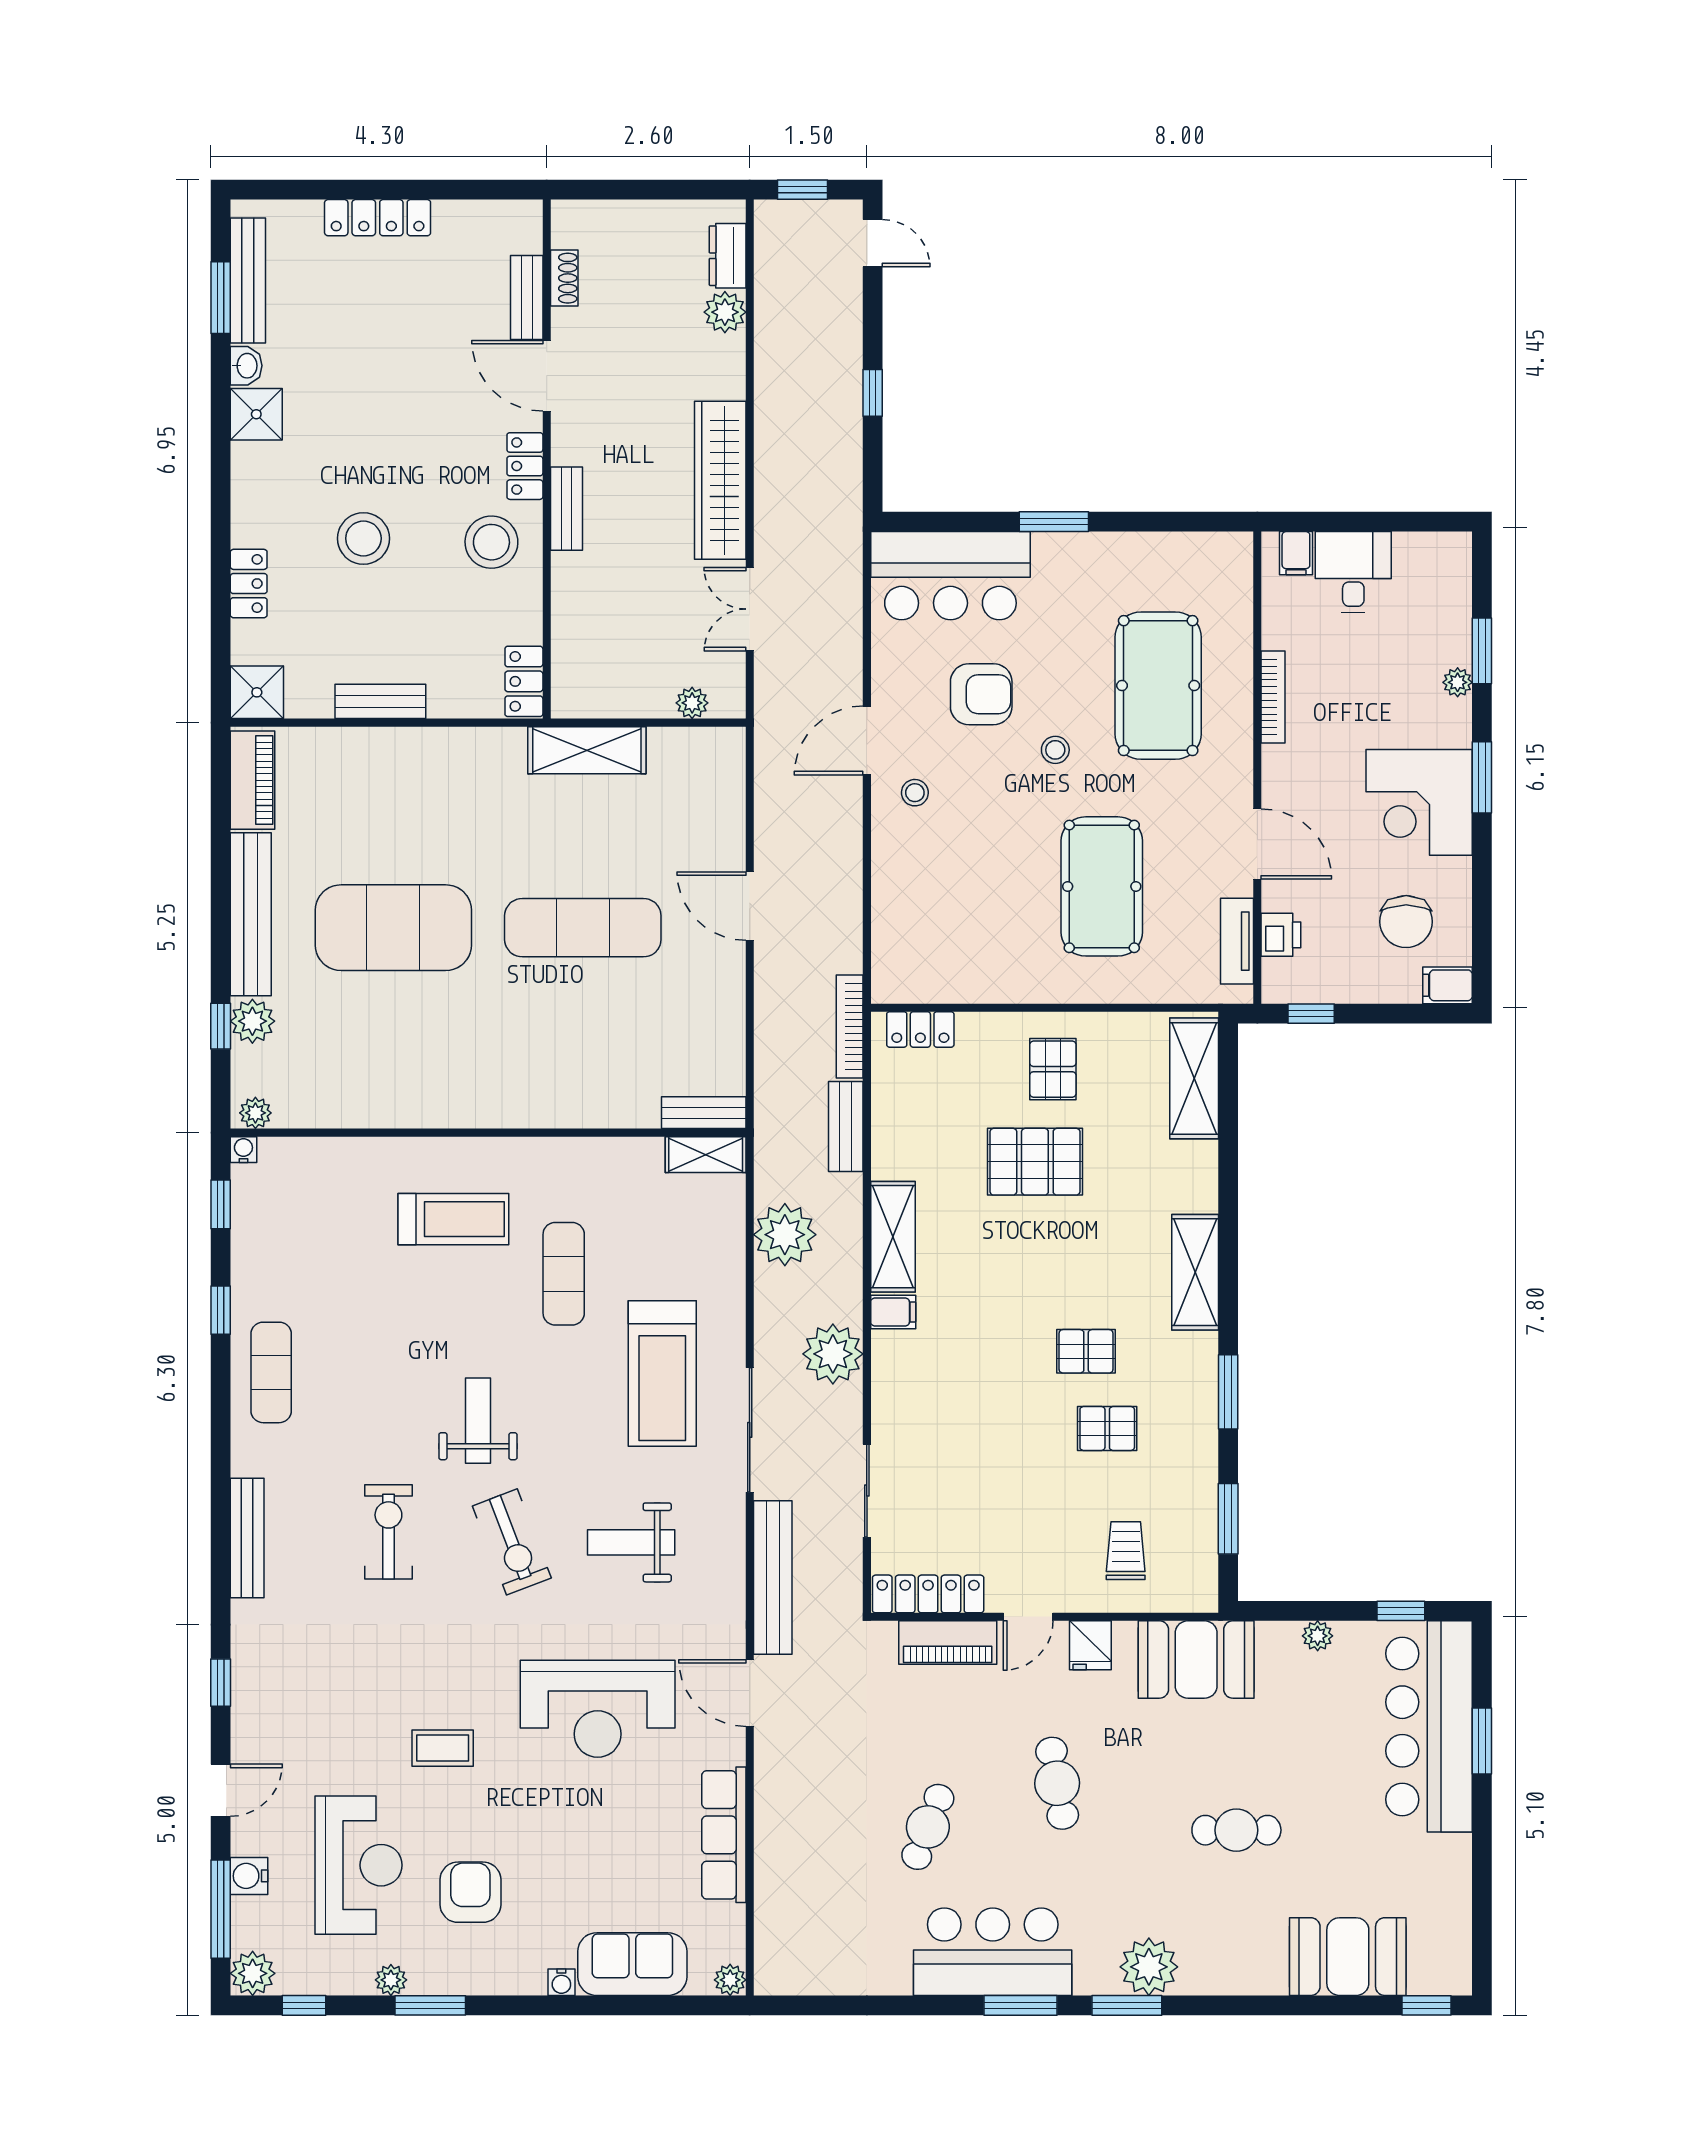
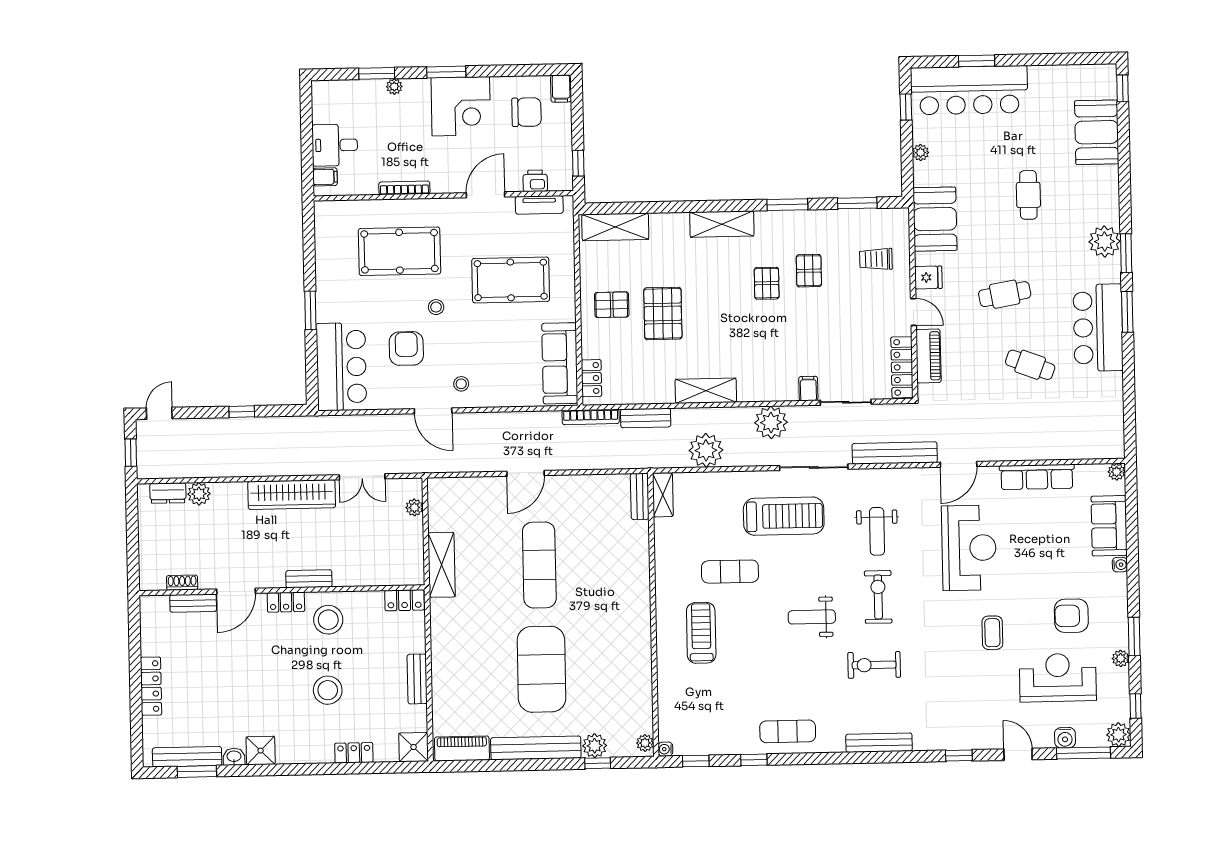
sofa: (948, 973) -> (560, 363), added
filing cabinet: (893, 1312) -> (808, 389), moved
exercise bike: (512, 1542) -> (878, 597), turned -69

